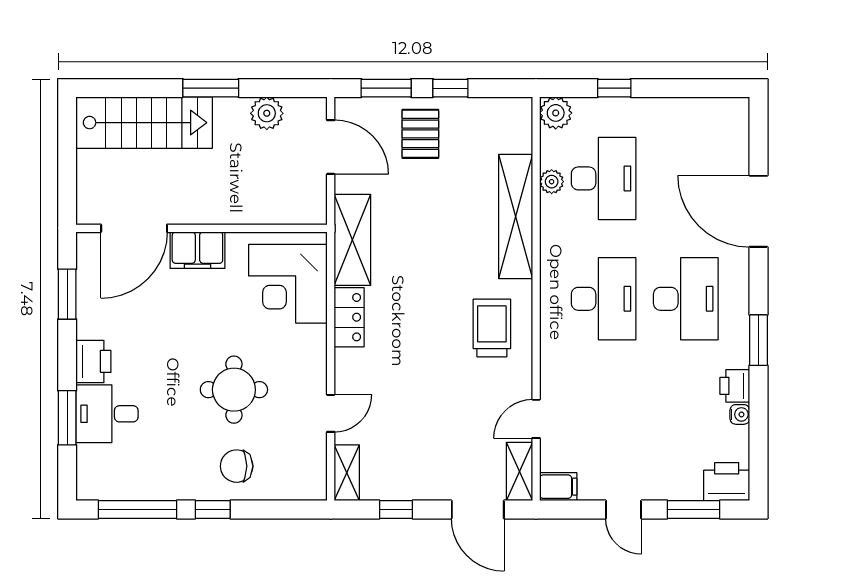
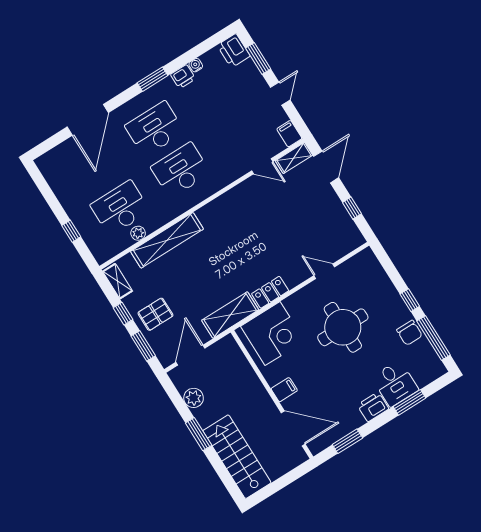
plant: (556, 113) -> (102, 253), removed
filing cabinet: (197, 250) -> (284, 390), width x0.50
trolley: (492, 328) -> (230, 217), removed
round table: (234, 390) -> (343, 327), width x1.36, depth x1.36
chair: (237, 466) -> (409, 333), moved
shelving: (347, 473) -> (118, 281), moved, turned 90

